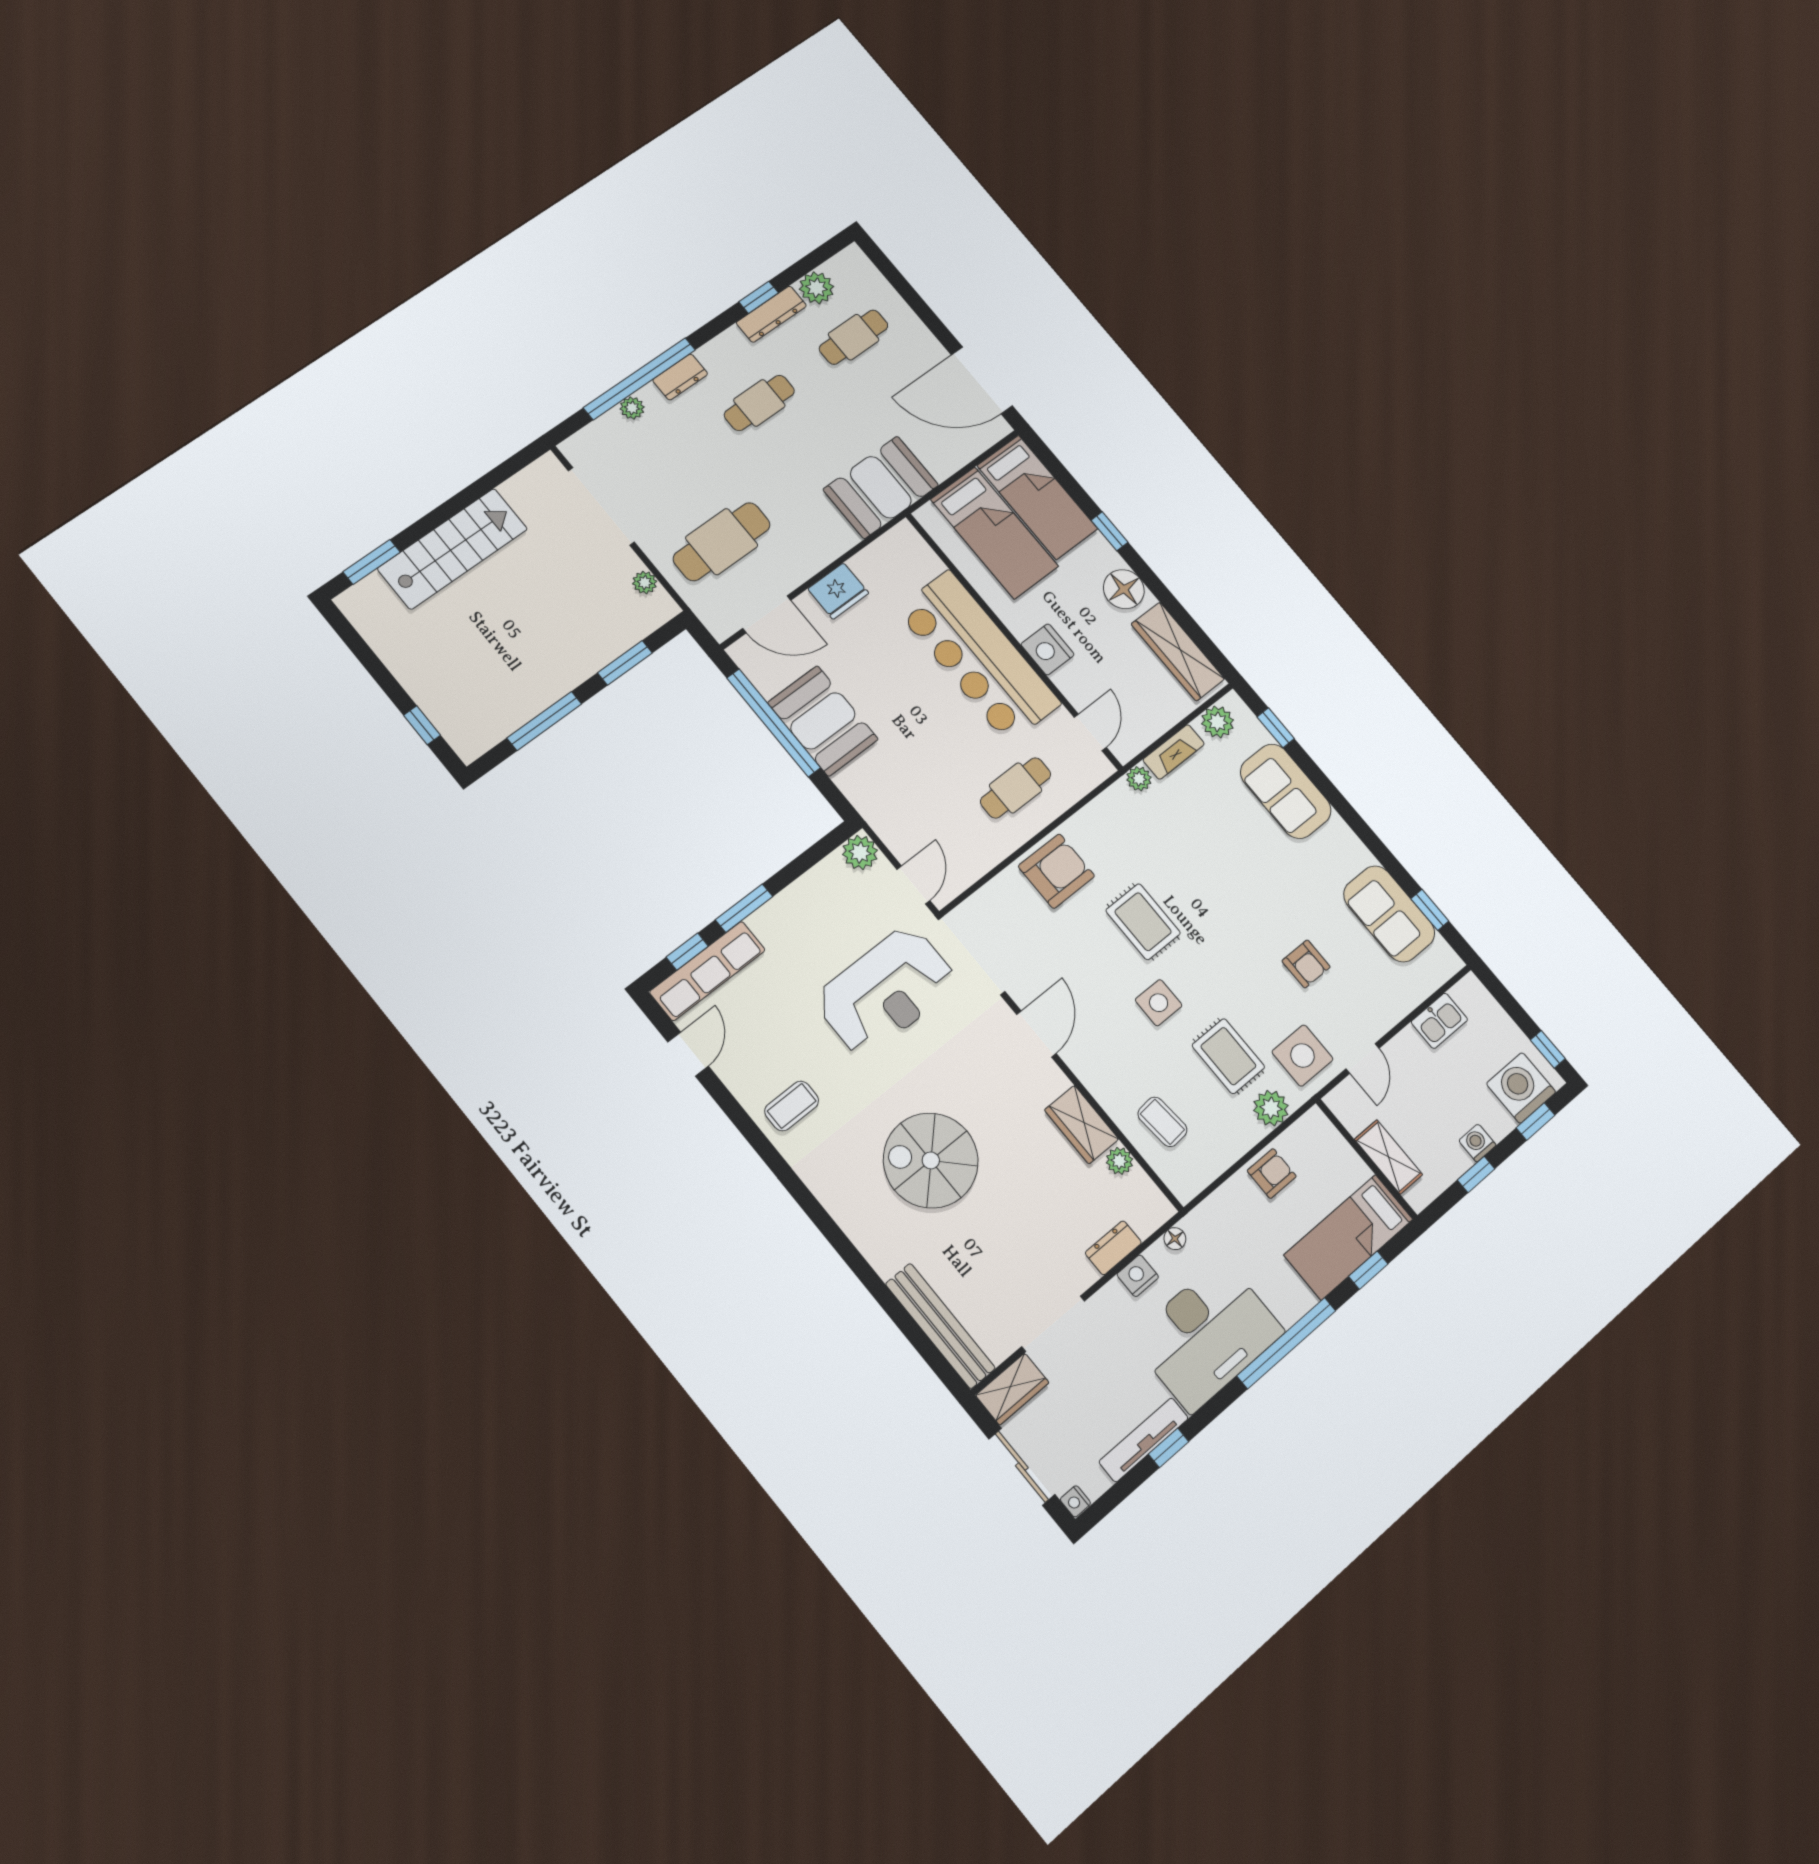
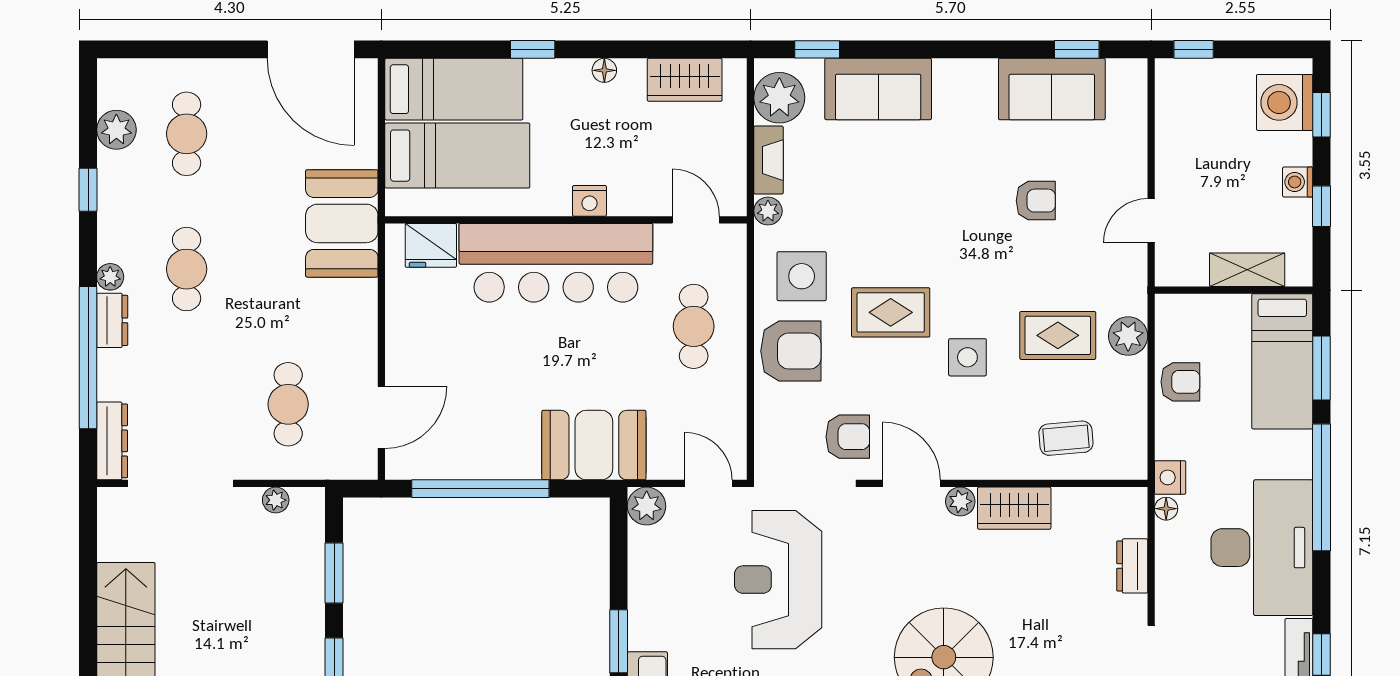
dresser: (771, 314) -> (112, 441), moved
door: (982, 380) -> (311, 49), hinge flipped
plant: (632, 408) -> (110, 277), moved
cafe table: (722, 542) -> (288, 404), width x0.73, depth x0.74
floor lamp: (1124, 589) -> (604, 70), width x0.53, depth x0.53
fridge: (838, 591) -> (431, 245), moved, turned 90
nightstand: (1048, 649) -> (589, 201), width x0.74, depth x0.75
wardrobe: (1178, 651) -> (685, 80), width x0.67
booth: (823, 721) -> (594, 445), moved
plant: (1218, 722) -> (779, 98), width x1.36, depth x1.36
armchair: (1056, 871) -> (791, 351), turned 90
armchair: (1031, 960) -> (848, 437), added
reception desk: (886, 991) -> (778, 580), turned 180
kitchen sink: (1439, 1021) -> (1174, 125), removed
window: (1548, 1049) -> (1194, 49), moved
side table: (1302, 1056) -> (802, 276), moved
door: (1362, 1059) -> (1151, 221), swing flipped
plant: (1119, 1161) -> (960, 501), moved
armchair: (1272, 1173) -> (1180, 382), turned 90
window: (1368, 1270) -> (1321, 368), width x1.50
nightstand: (1138, 1276) -> (1170, 477), moved

